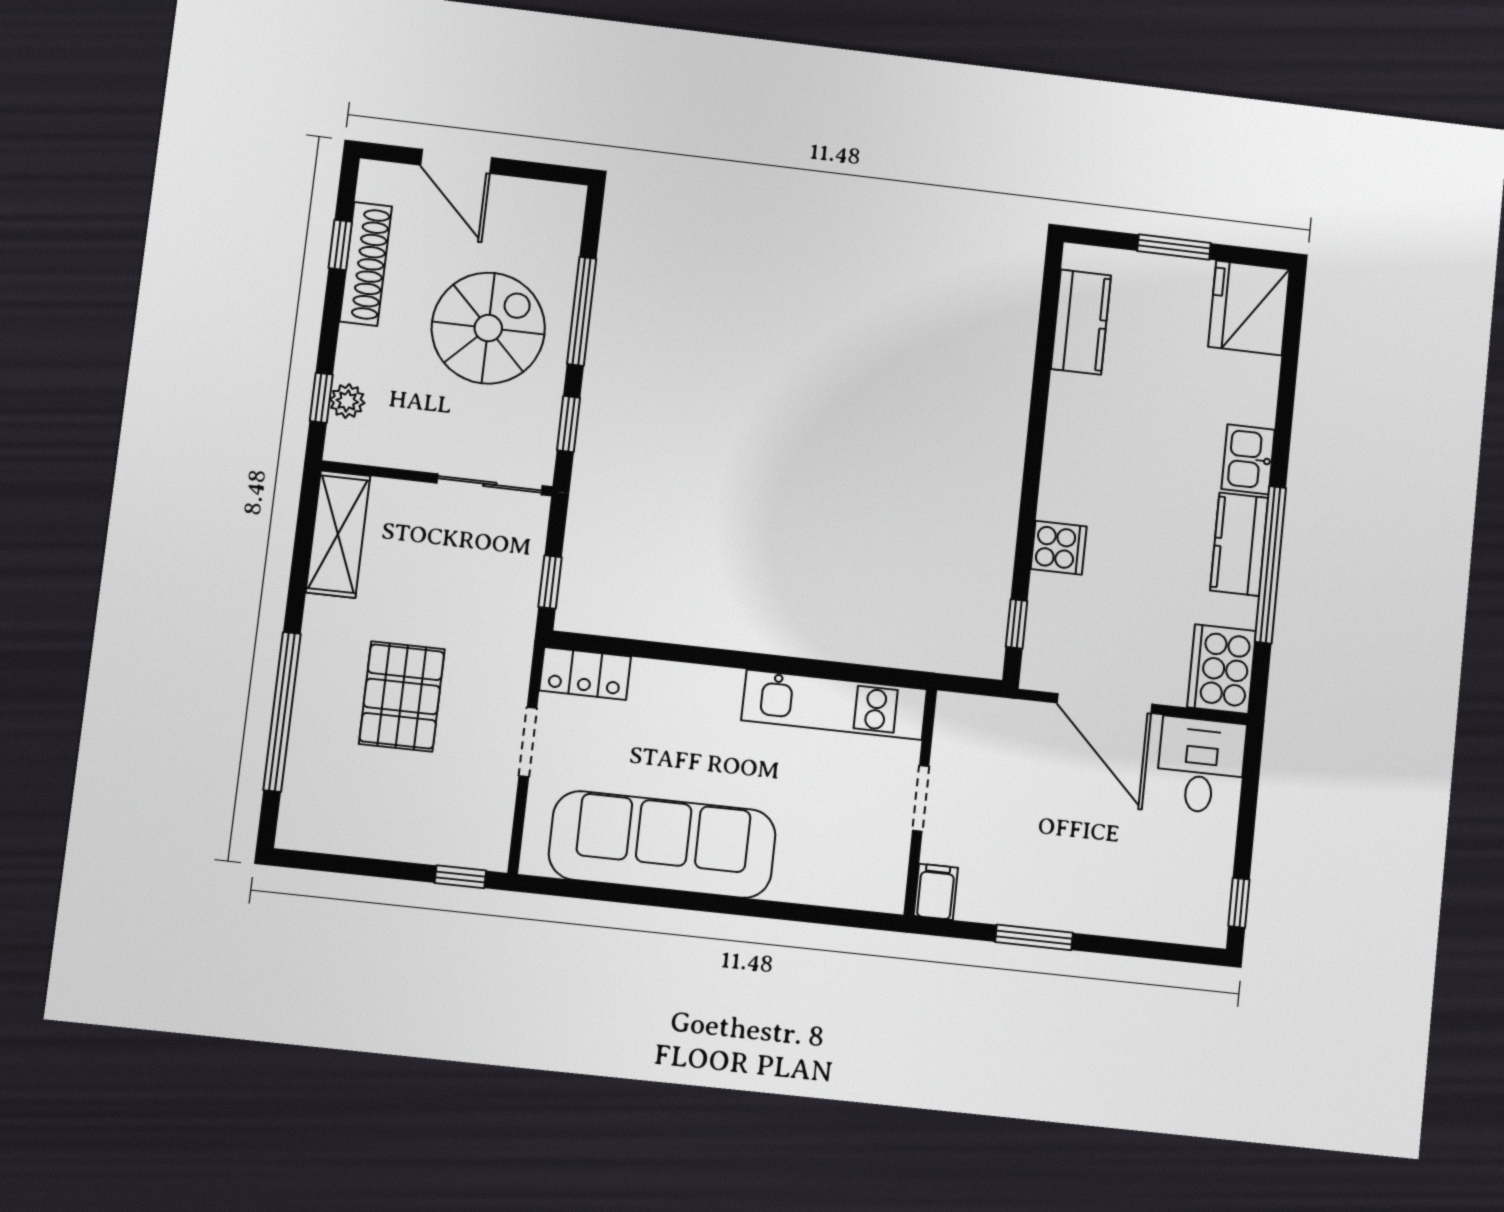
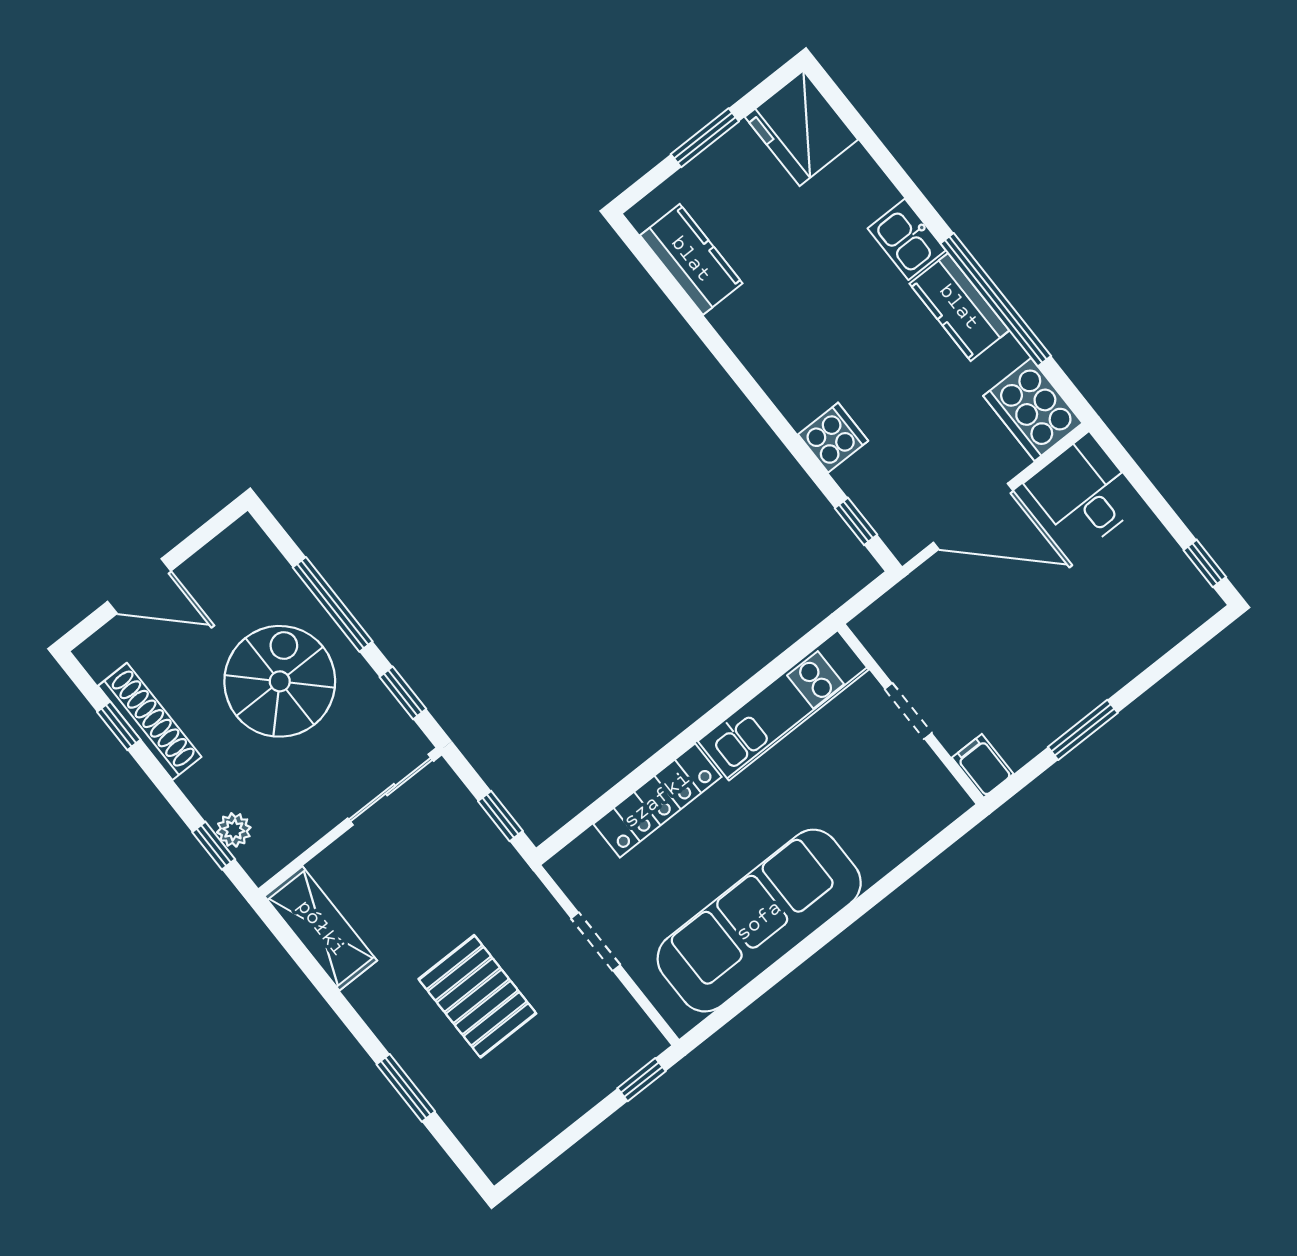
locker: (585, 674) -> (657, 800), moved, width x1.53
window: (282, 712) -> (406, 1088), width x0.47

